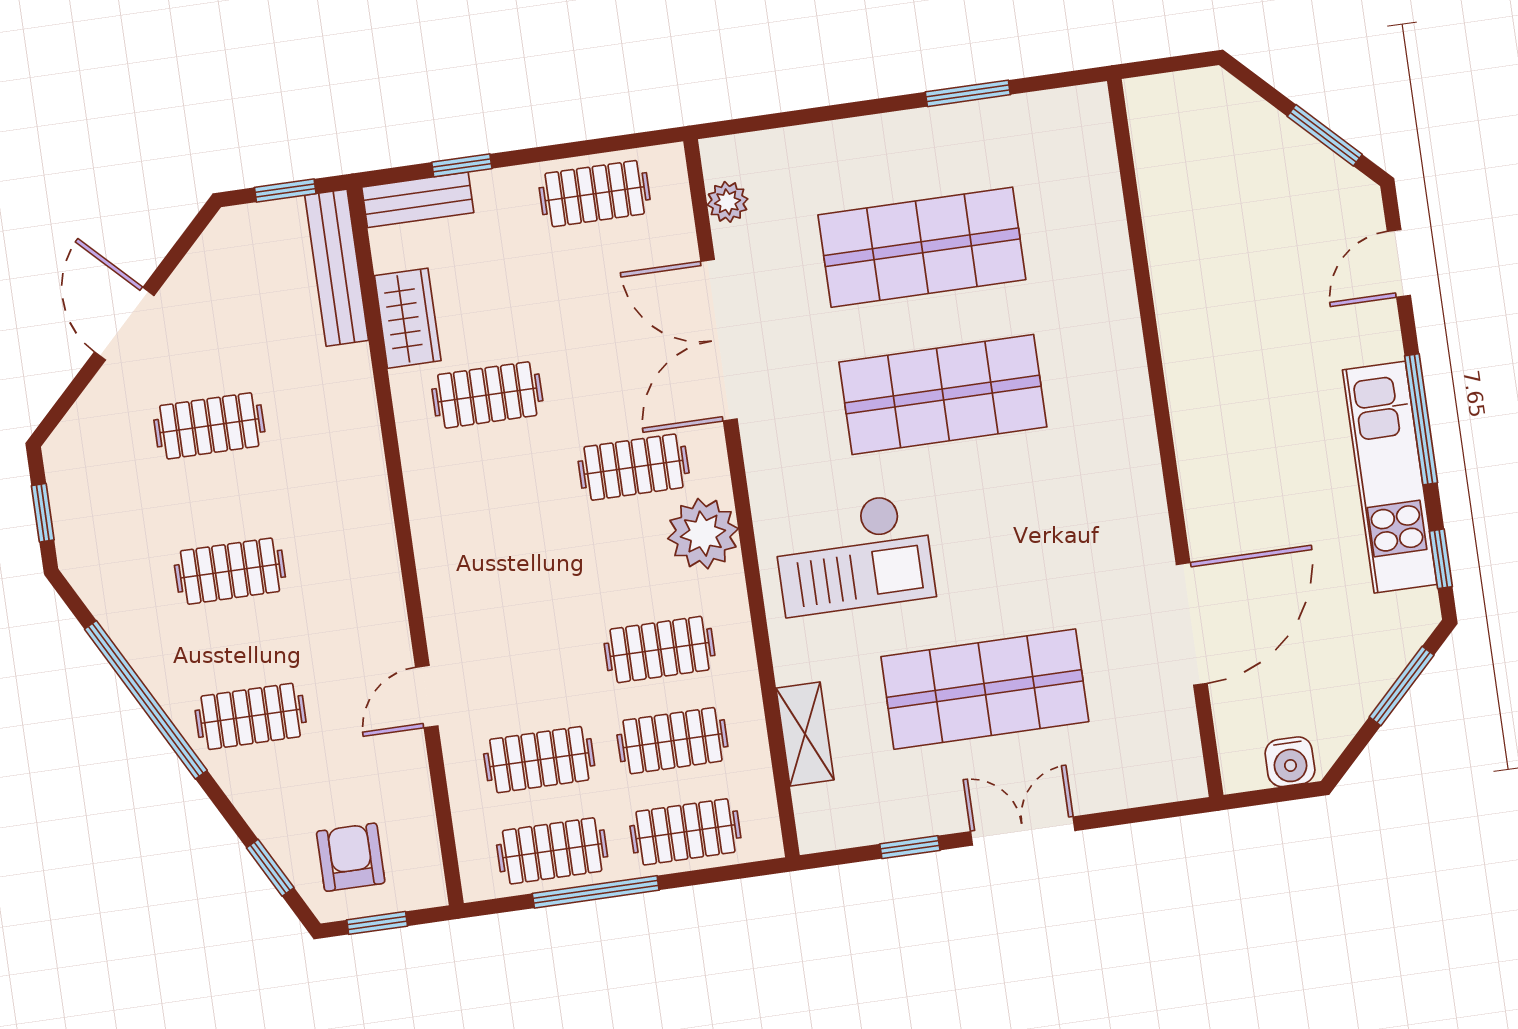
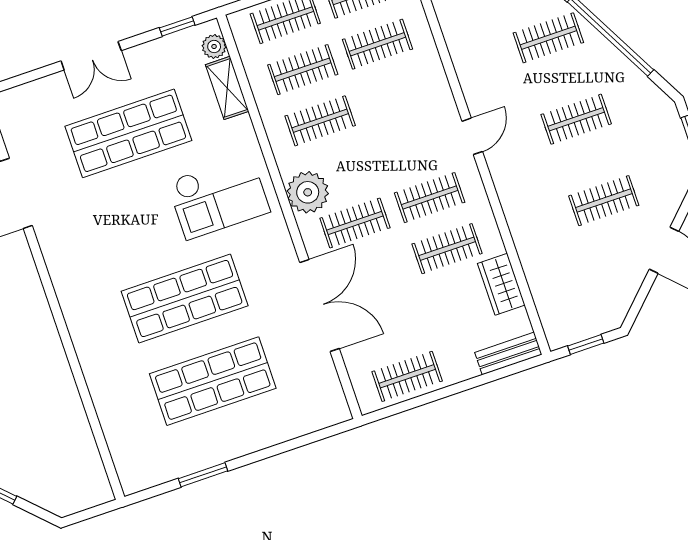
window: (462, 165) -> (487, 378), removed
plant: (728, 202) -> (214, 46), moved
bench: (337, 268) -> (548, 306), removed
clothes rail: (500, 486) -> (430, 198), added
checkout: (854, 554) -> (219, 197), turned 180
door: (427, 697) -> (472, 136), moved
window: (910, 847) -> (177, 26), moved

